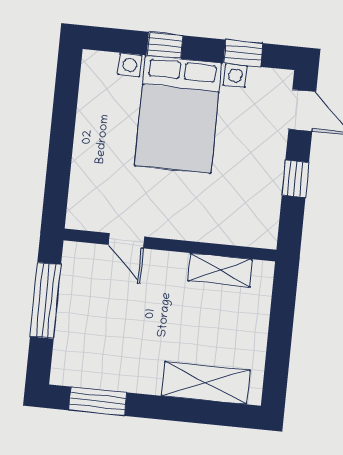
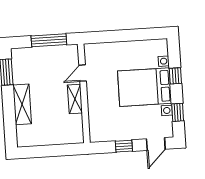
shelving: (220, 270) -> (75, 99), moved
shelving: (206, 383) -> (22, 104), moved

